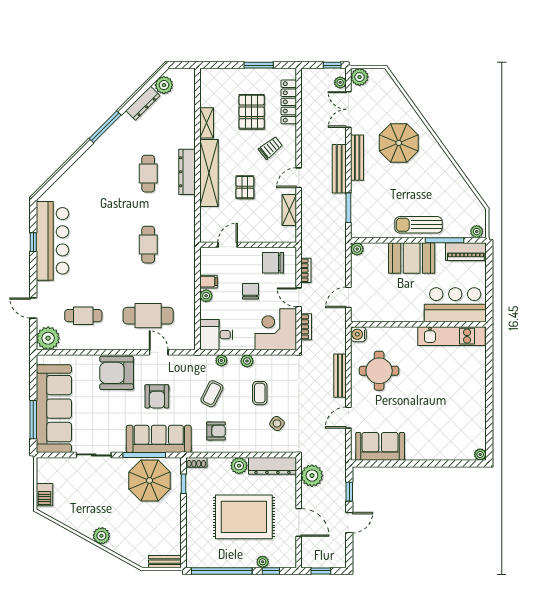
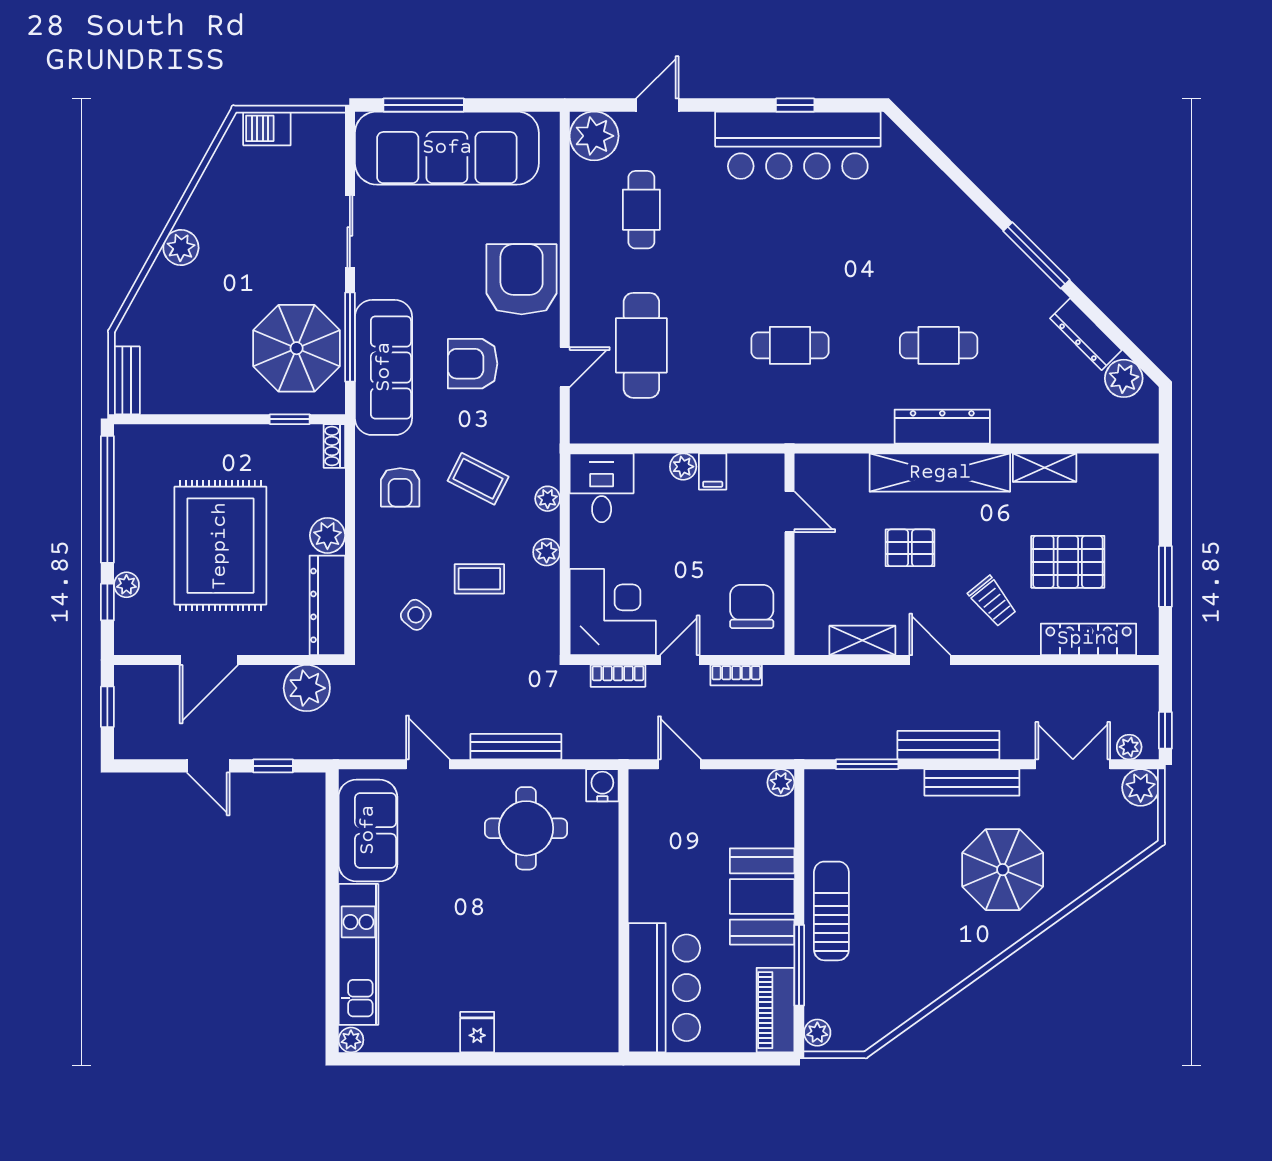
chair: (251, 291) -> (693, 559), removed
kitchen unit: (452, 336) -> (358, 954), moved, turned 180
fridge: (476, 394) -> (477, 1032), added

